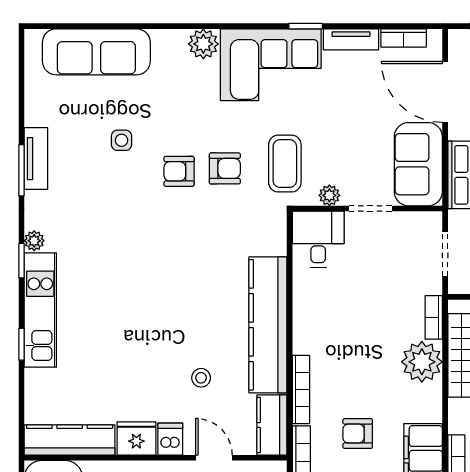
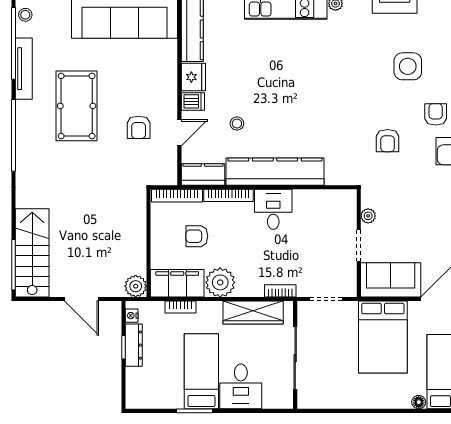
side table: (121, 140) -> (408, 66), width x1.87, depth x1.87
coffee table: (285, 164) -> (391, 184), removed
armchair: (179, 171) -> (436, 114), moved
desk: (318, 239) -> (273, 209), moved, turned -90
plant: (422, 362) -> (220, 282), moved
armchair: (358, 434) -> (197, 236), turned -90

